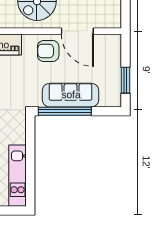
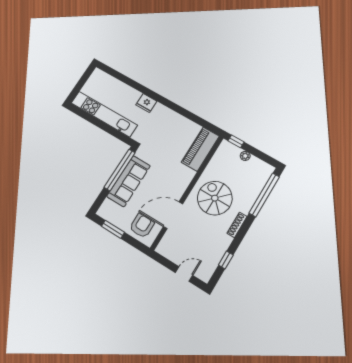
armchair: (48, 51) -> (142, 226), moved
kitchen unit: (18, 176) -> (104, 114), width x1.36

